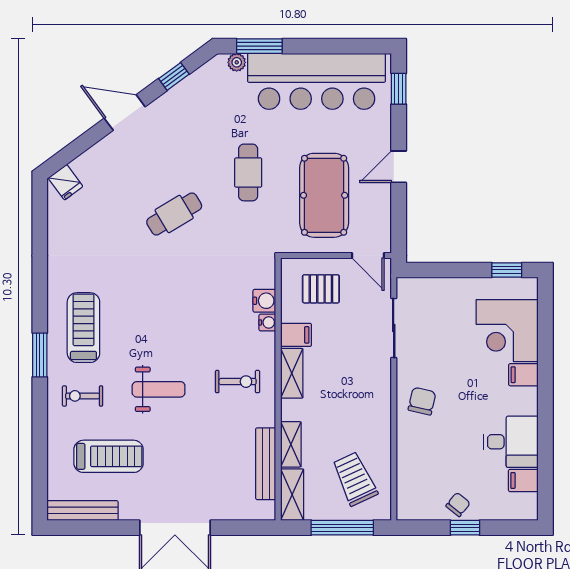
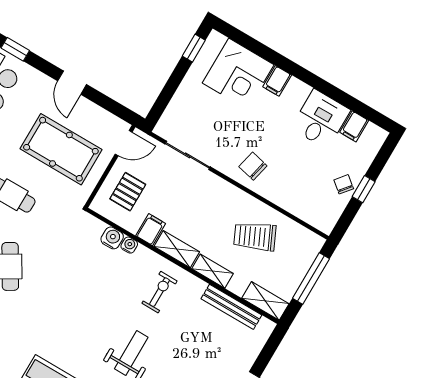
shelving: (291, 444) -> (212, 271), moved
trolley: (355, 479) -> (255, 236), moved

